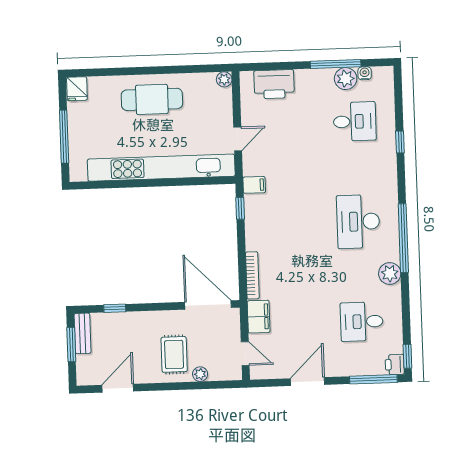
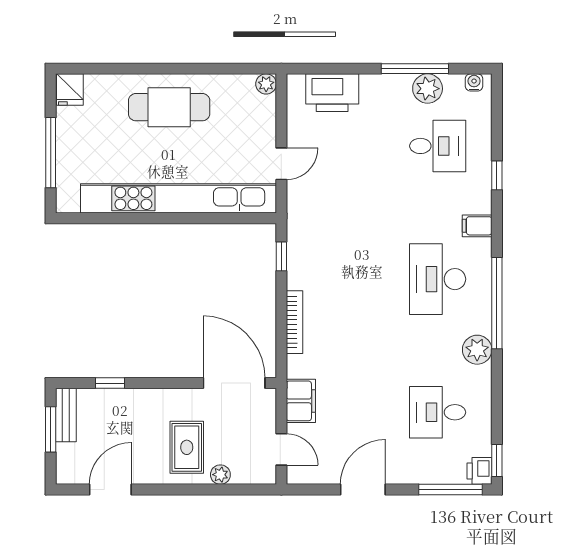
water cooler: (365, 73) -> (474, 82), moved
filing cabinet: (254, 185) -> (477, 226), moved, turned 180
bookcase: (252, 275) -> (294, 322), moved

